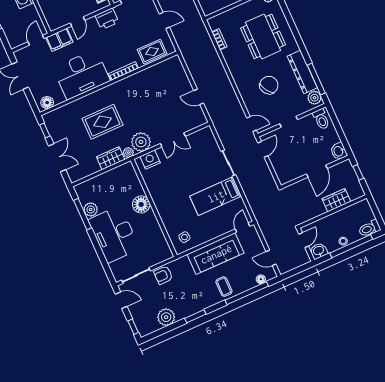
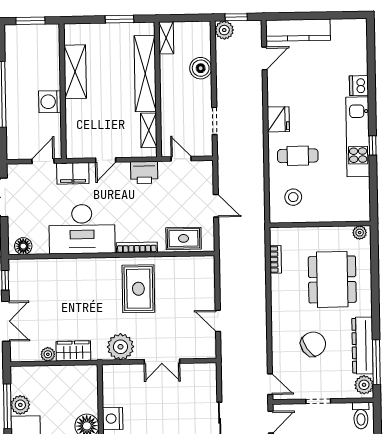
rug: (103, 122) -> (138, 289), moved, turned 90
plant: (128, 153) -> (48, 354), moved
nightstand: (150, 160) -> (113, 419), moved, turned -90

